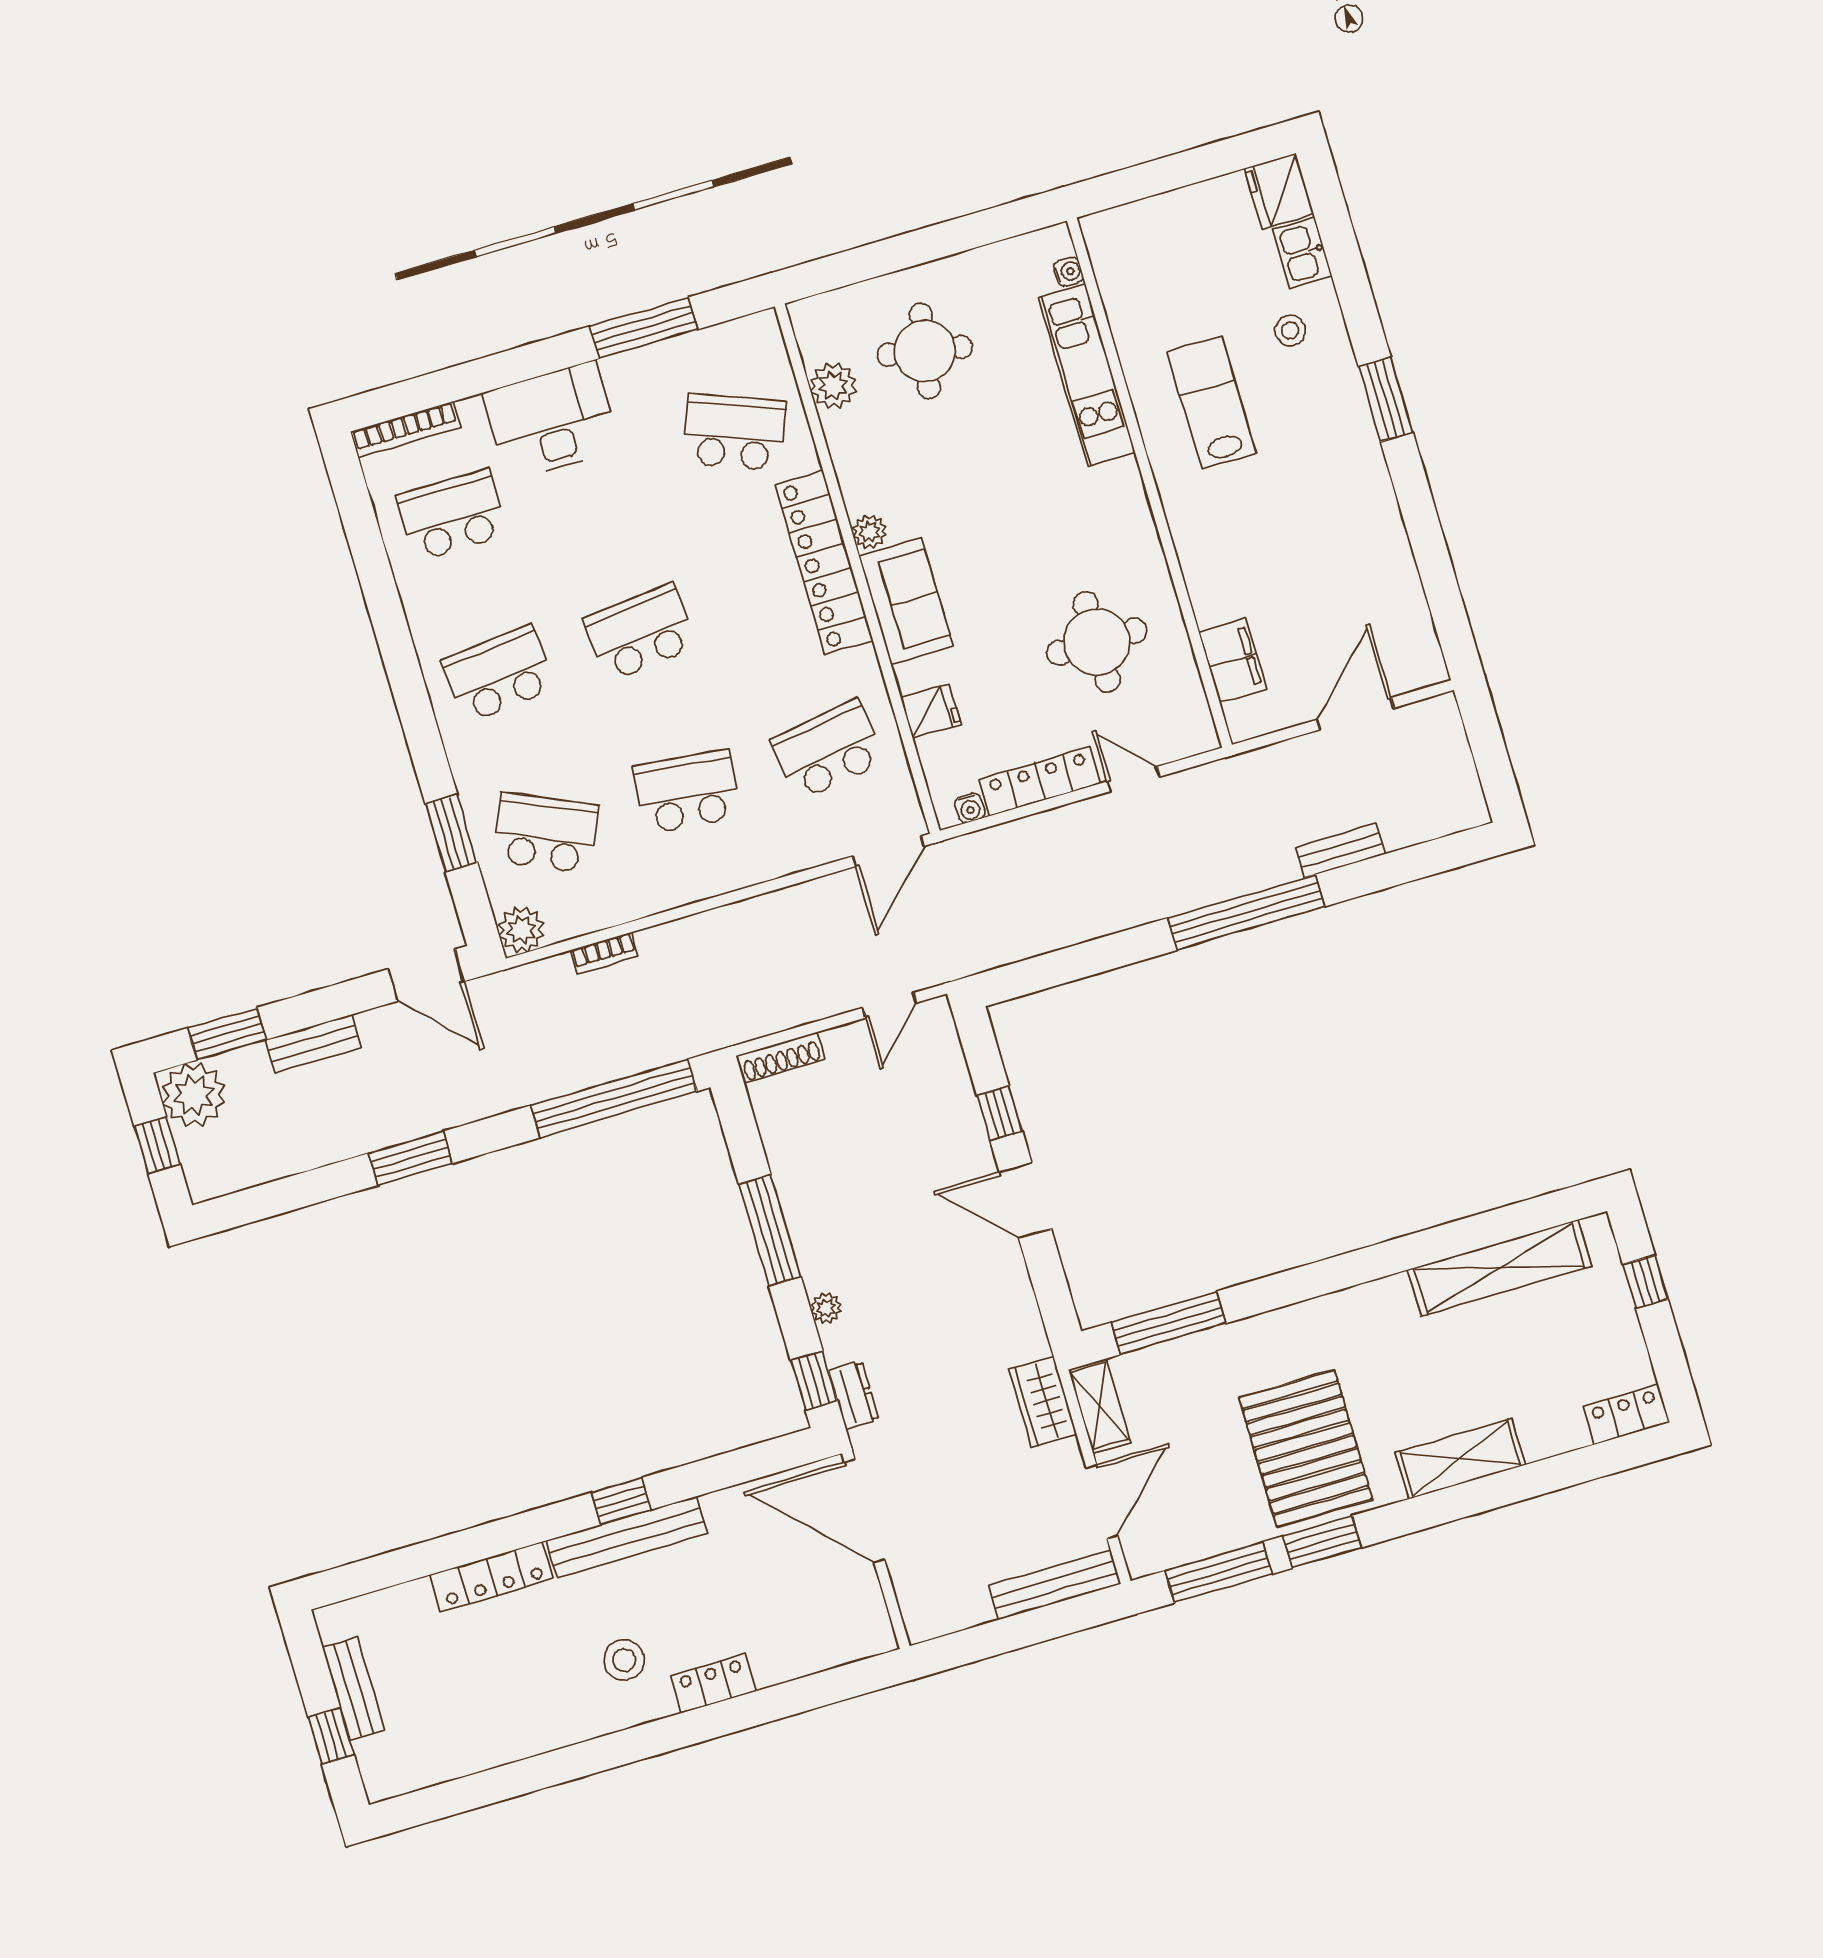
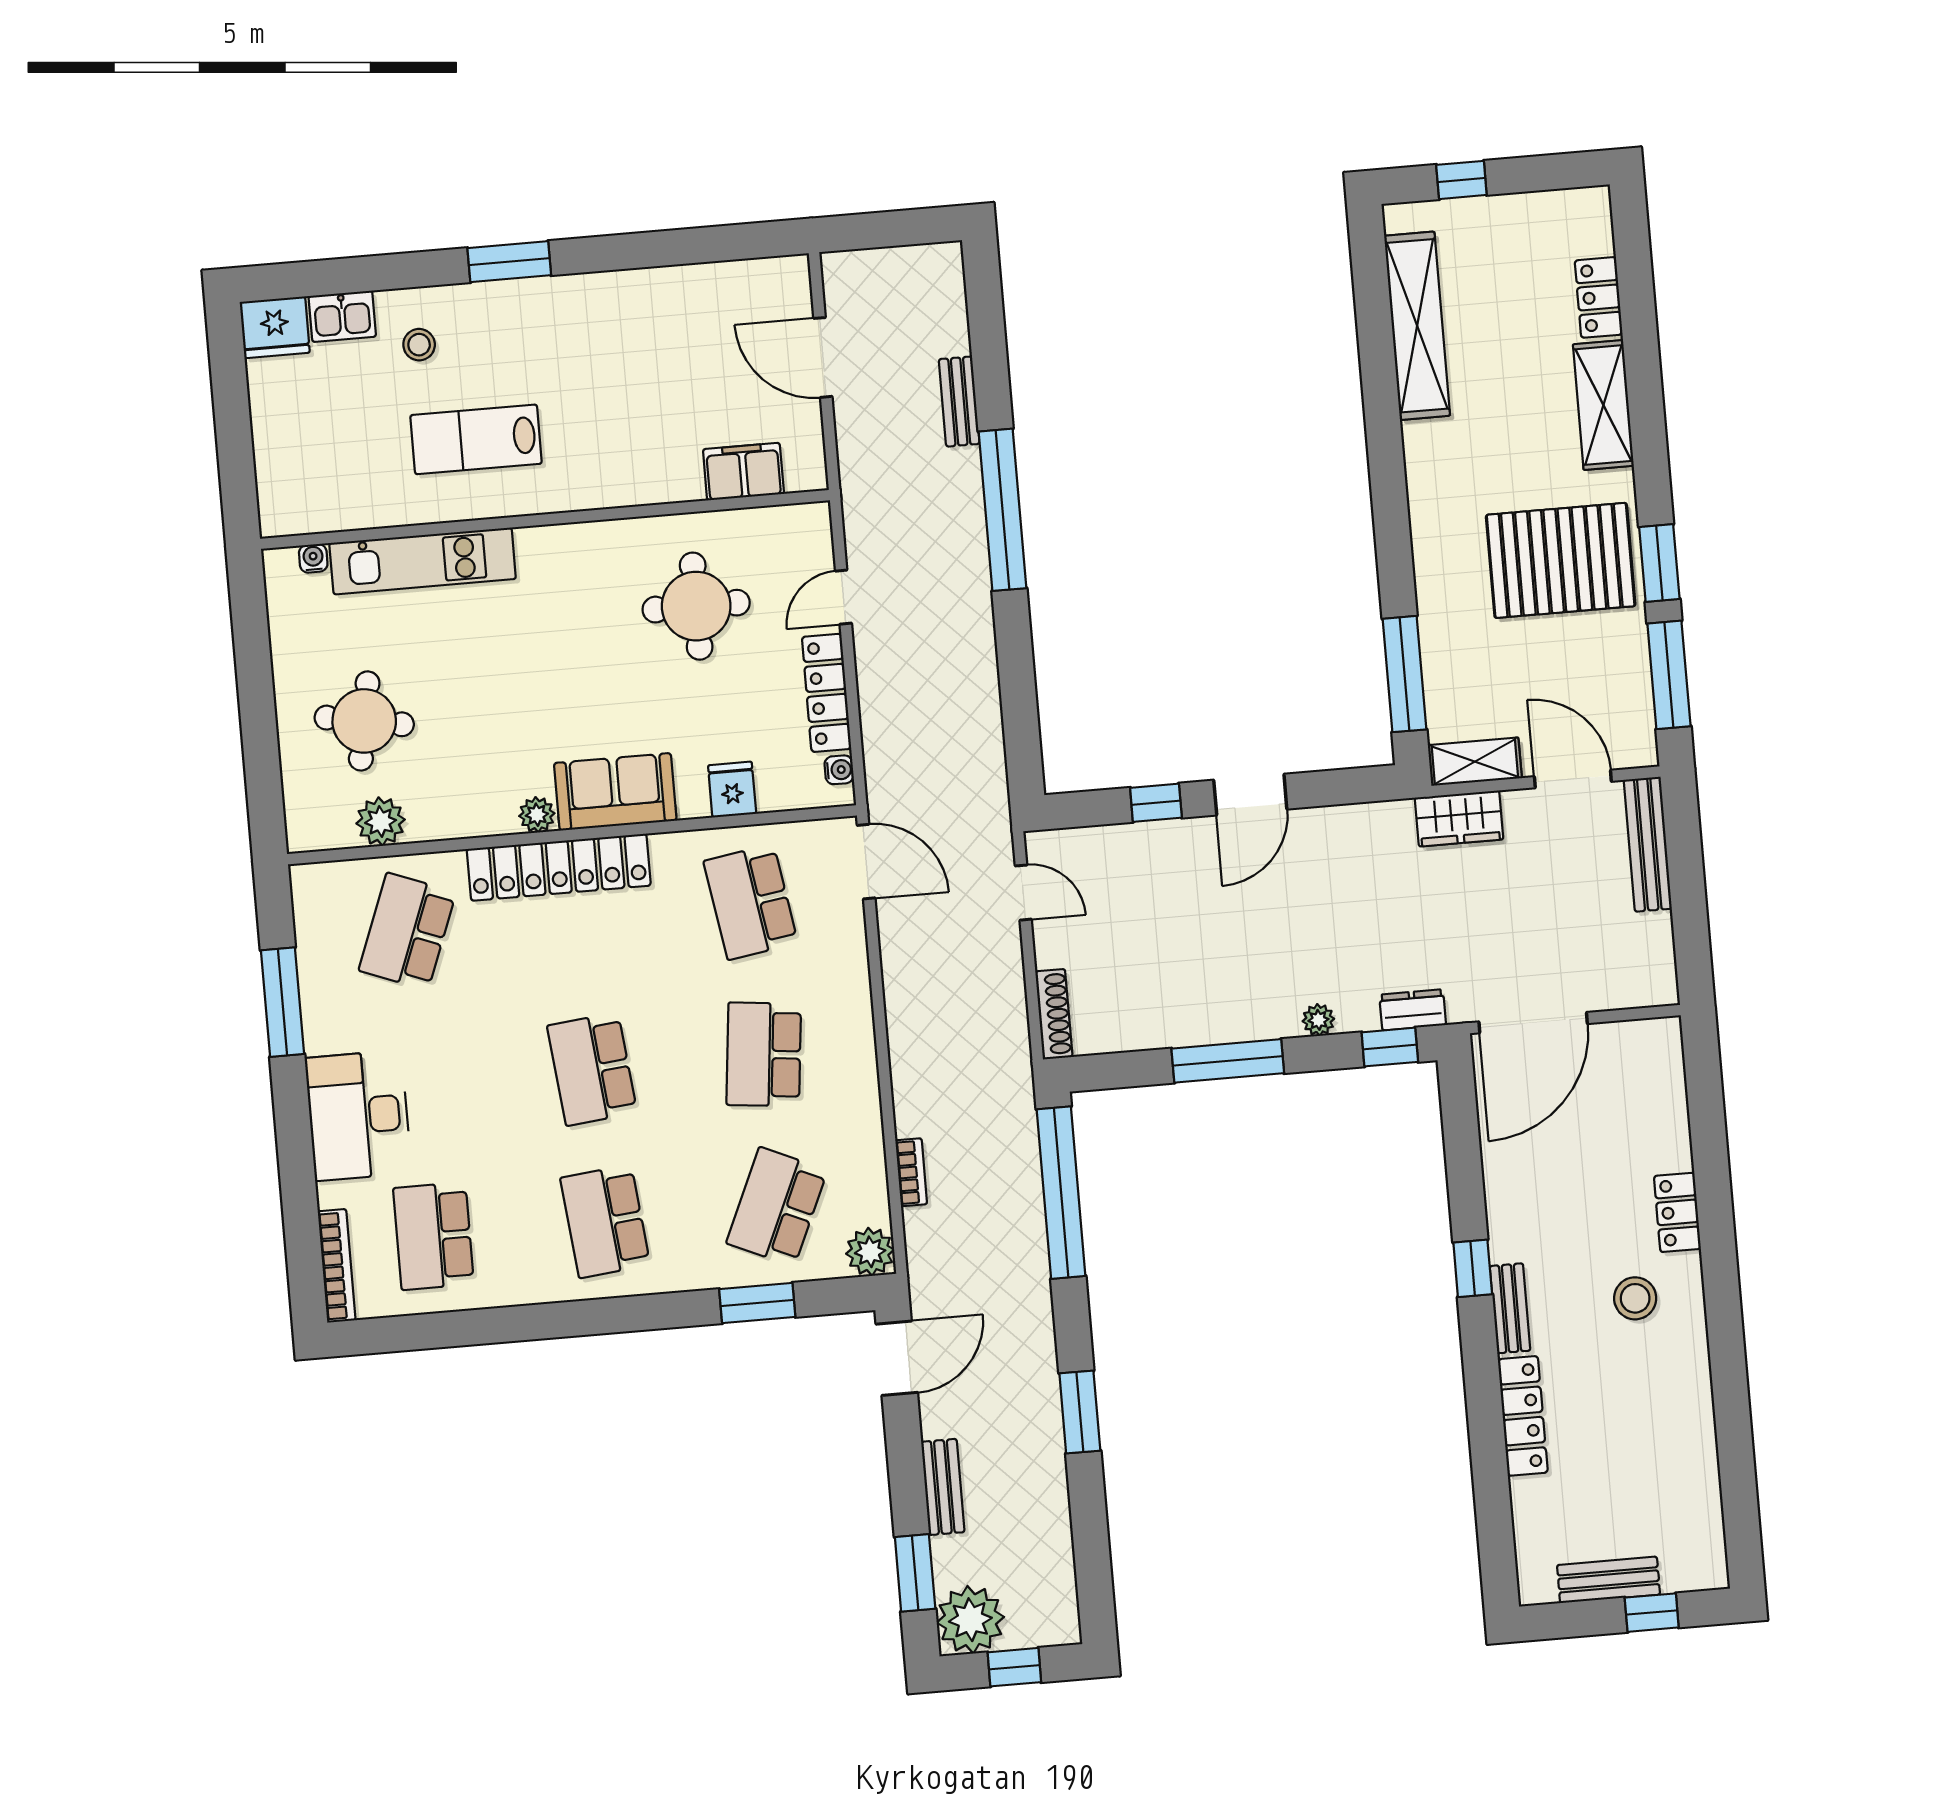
locker: (1626, 1414) -> (1599, 297), moved
bench: (627, 1537) -> (1510, 1308), width x0.54, depth x0.82

